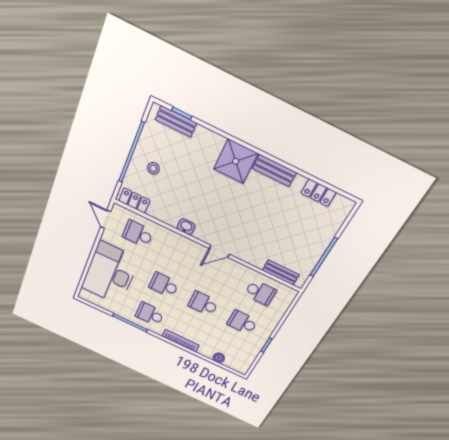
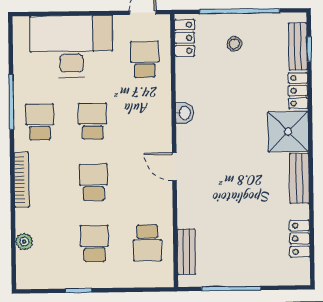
locker: (209, 138) -> (298, 91), added

